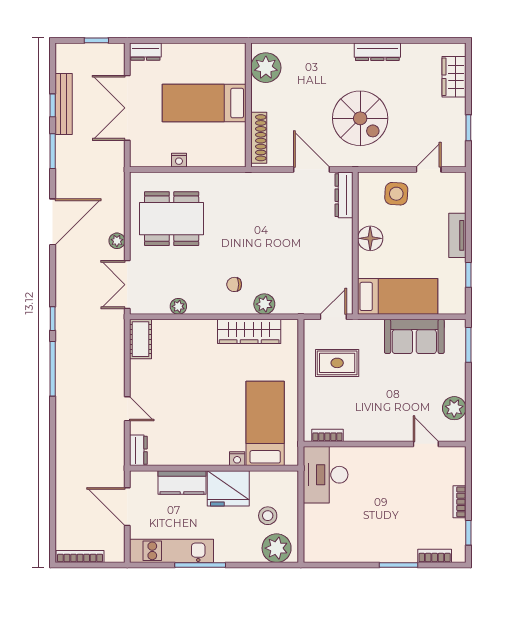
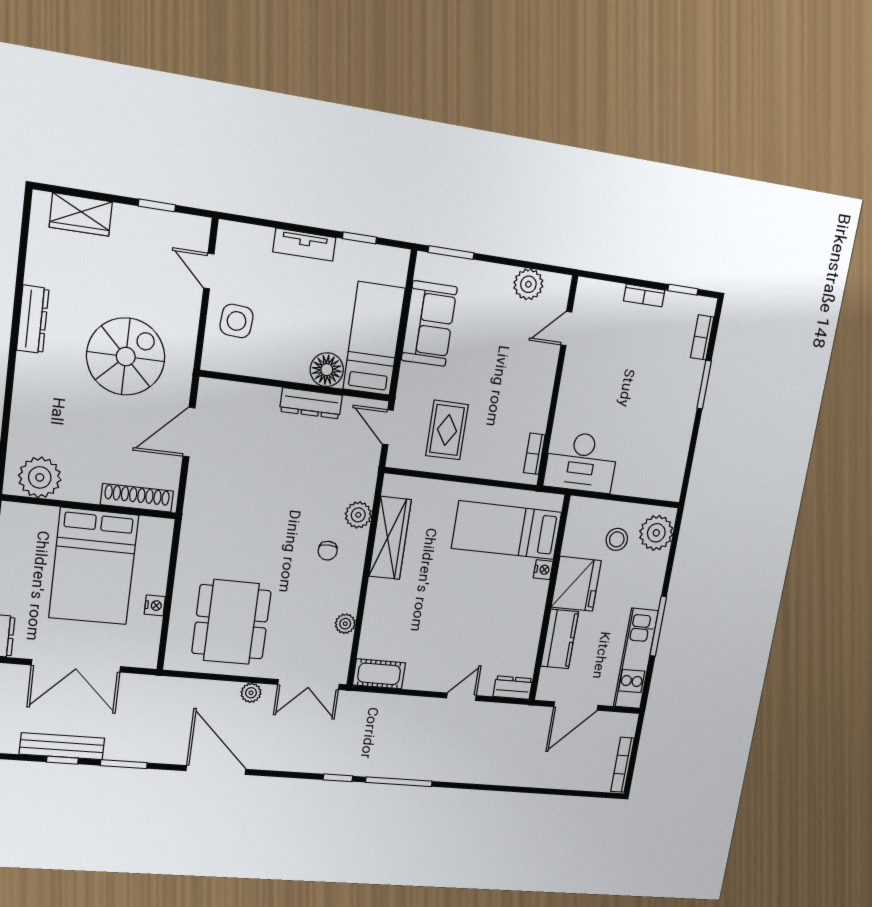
bed: (204, 103) -> (94, 566), width x1.50
dresser: (344, 195) -> (311, 403), moved
floor lamp: (370, 238) -> (327, 370), moved

